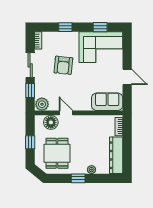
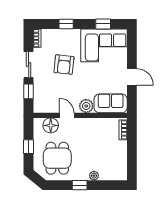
plant: (42, 104) -> (86, 106), moved
dresser: (116, 155) -> (120, 160), removed

